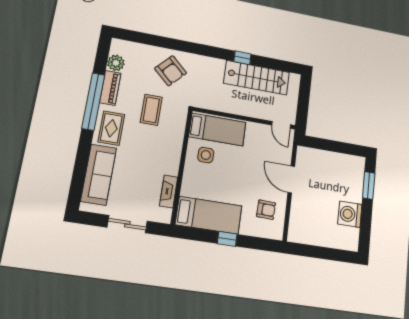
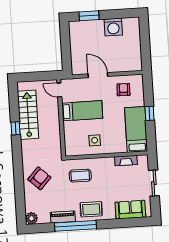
plant: (116, 63) -> (32, 218), moved
coffee table: (151, 110) -> (80, 176), moved
door: (281, 125) -> (59, 90), swing flipped
bed: (217, 130) -> (82, 111), moved, turned 90
sofa: (99, 175) -> (130, 210), width x0.73
door: (291, 179) -> (98, 75), swing flipped

